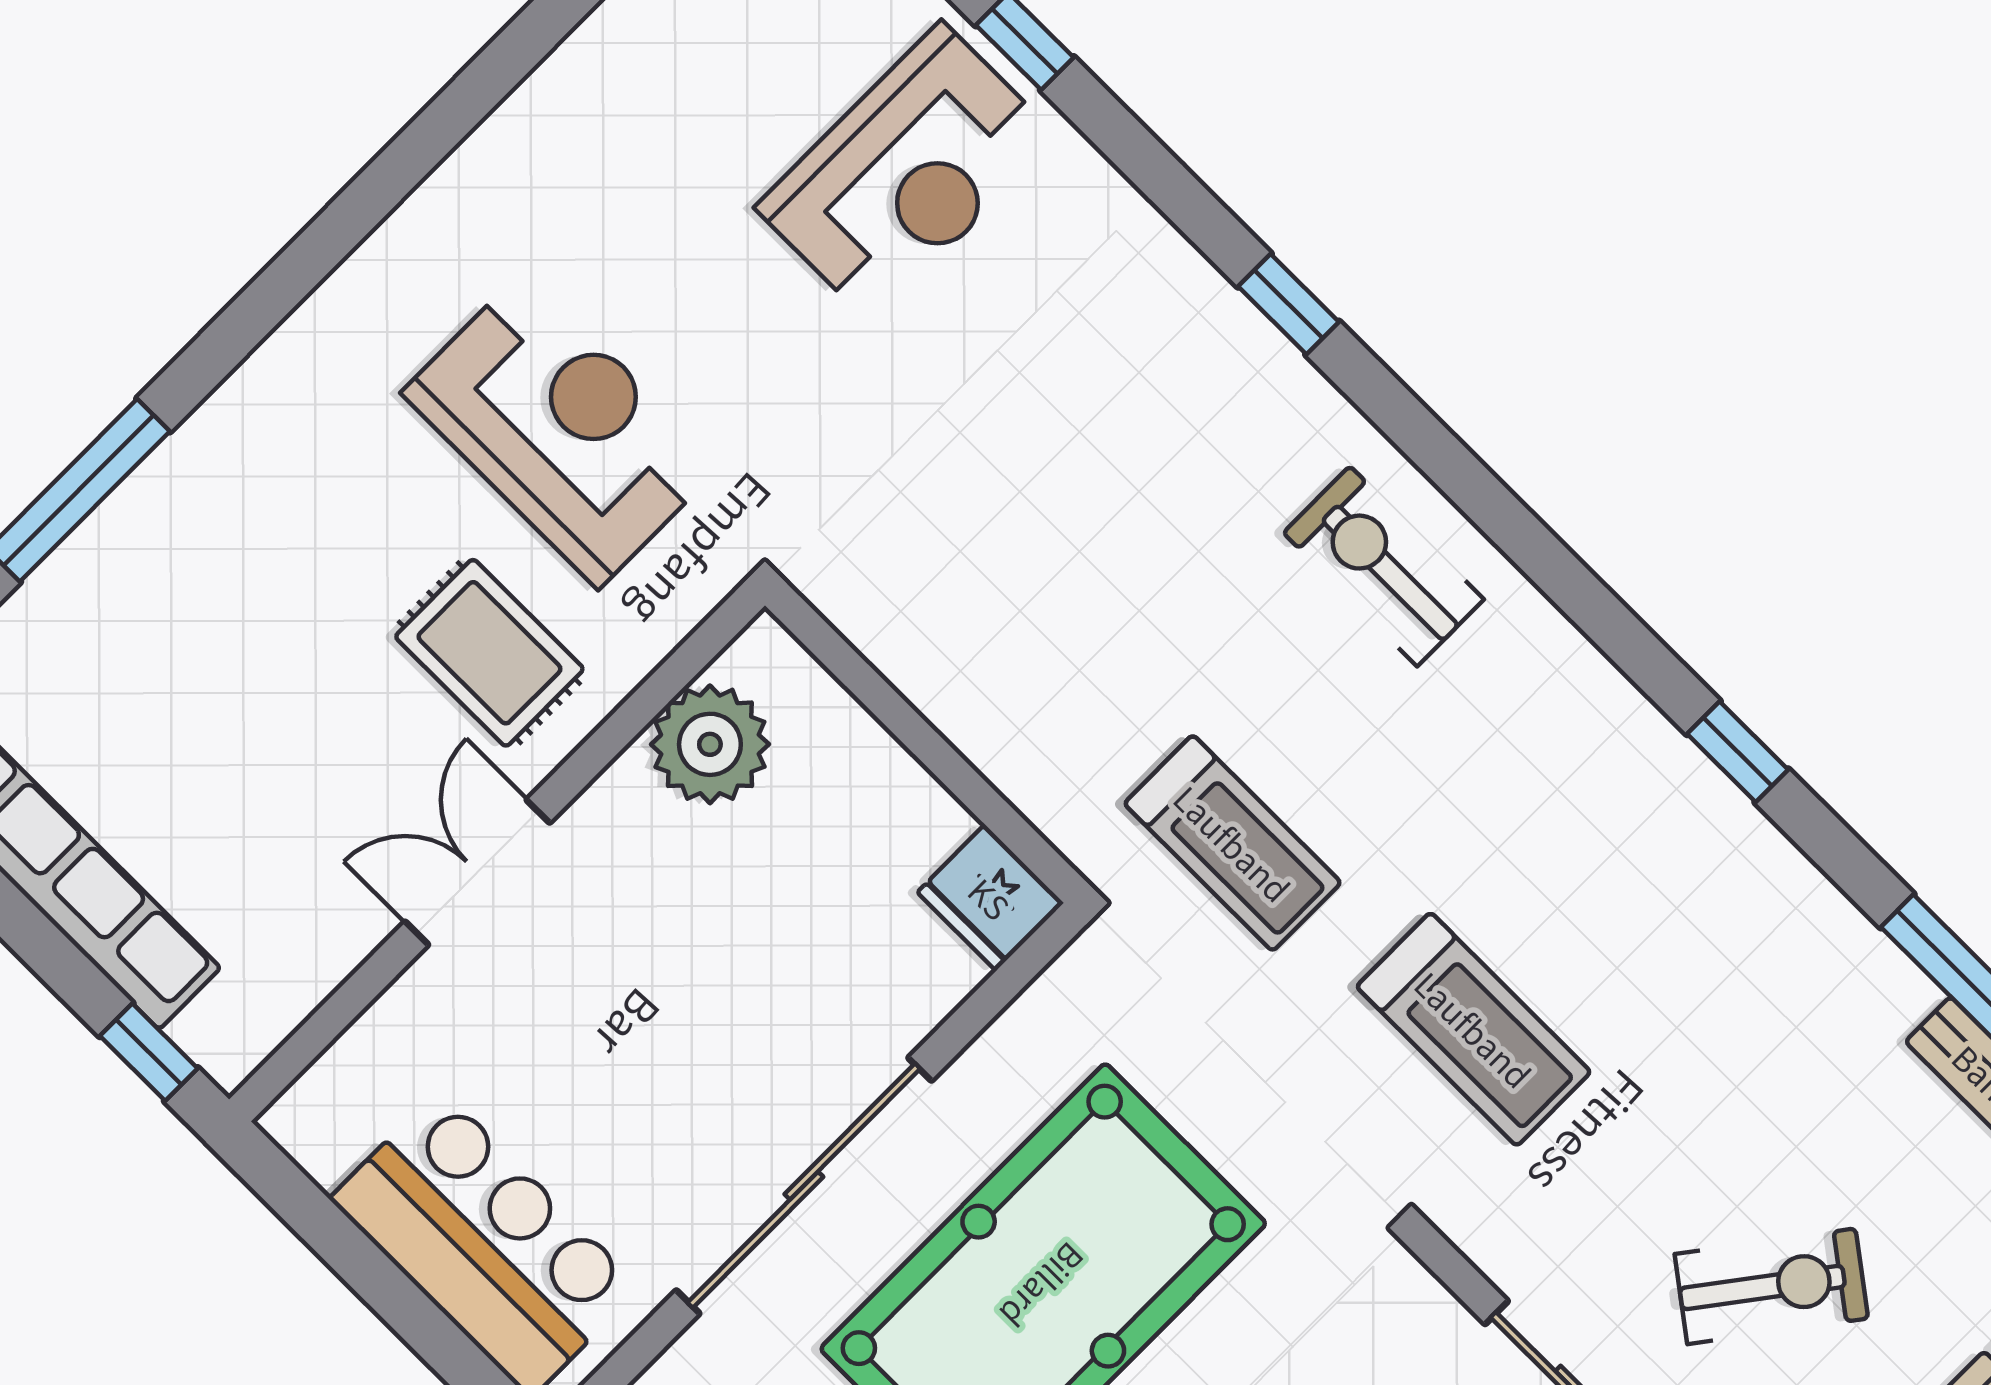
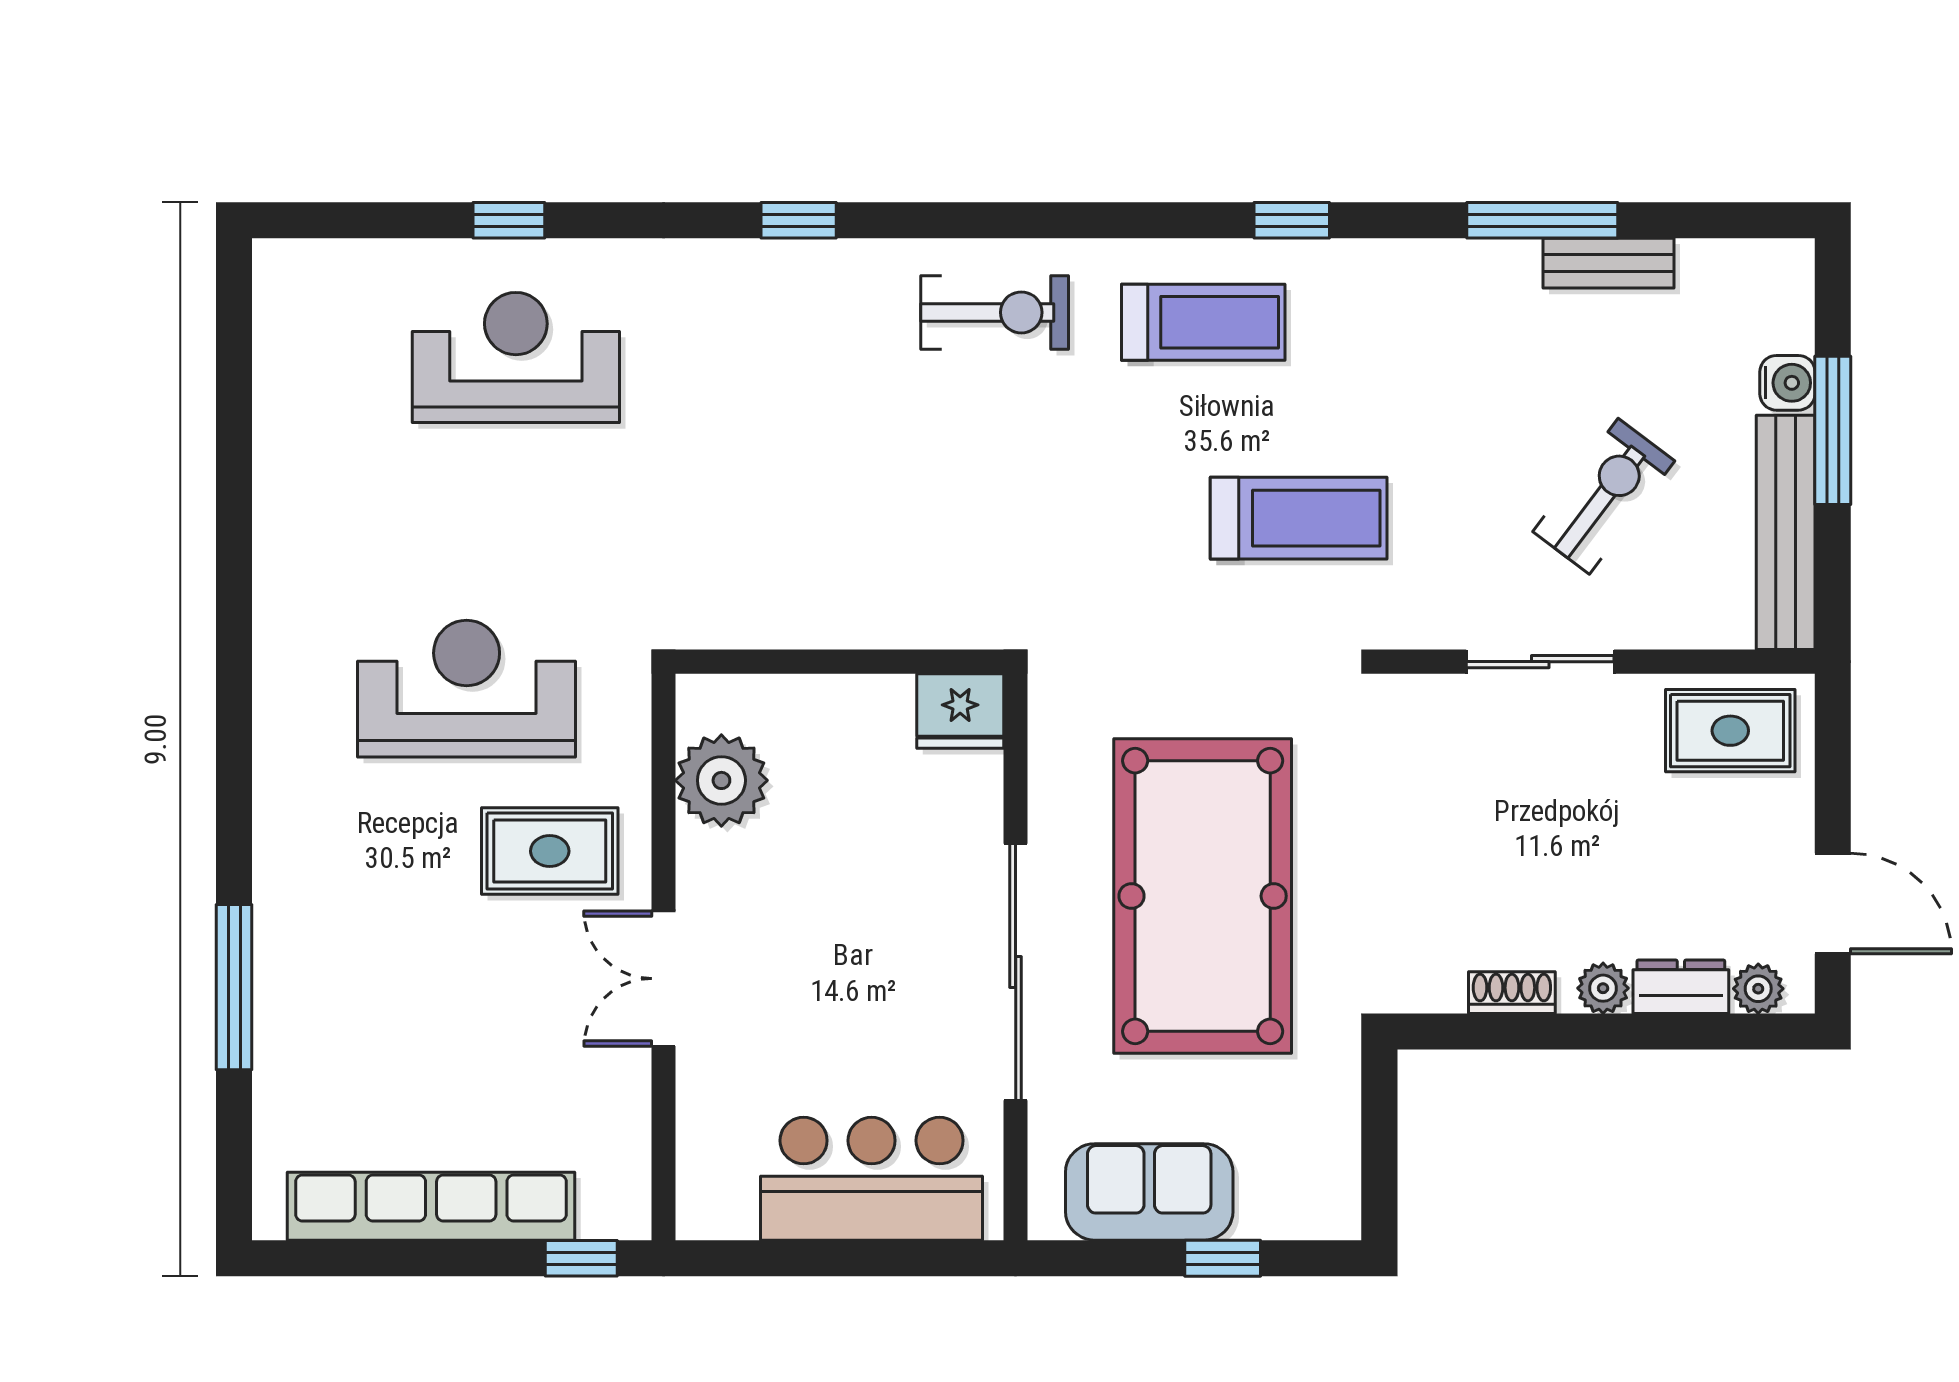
reception desk: (907, 173) -> (516, 357), turned -90
exercise bike: (1384, 566) -> (995, 312), turned 180
treadmill: (1233, 843) -> (1203, 322), moved

